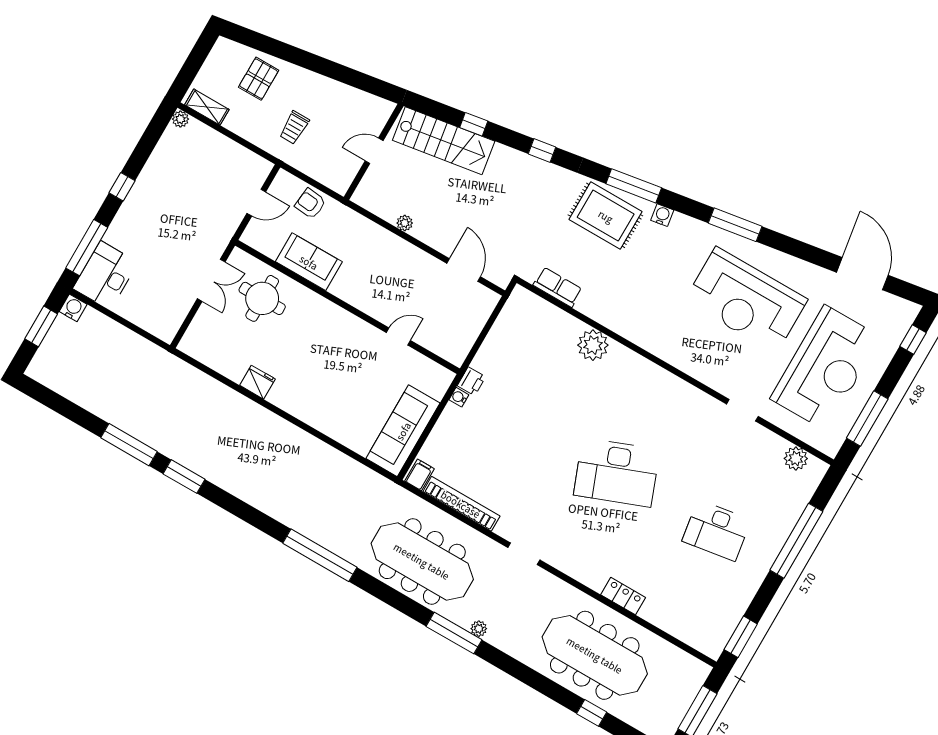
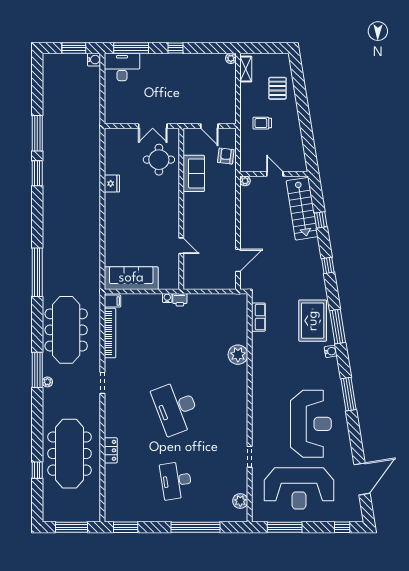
pallet: (259, 79) -> (278, 88), turned 90
plant: (405, 223) -> (245, 181), moved
reception desk: (746, 300) -> (311, 424), turned 180

